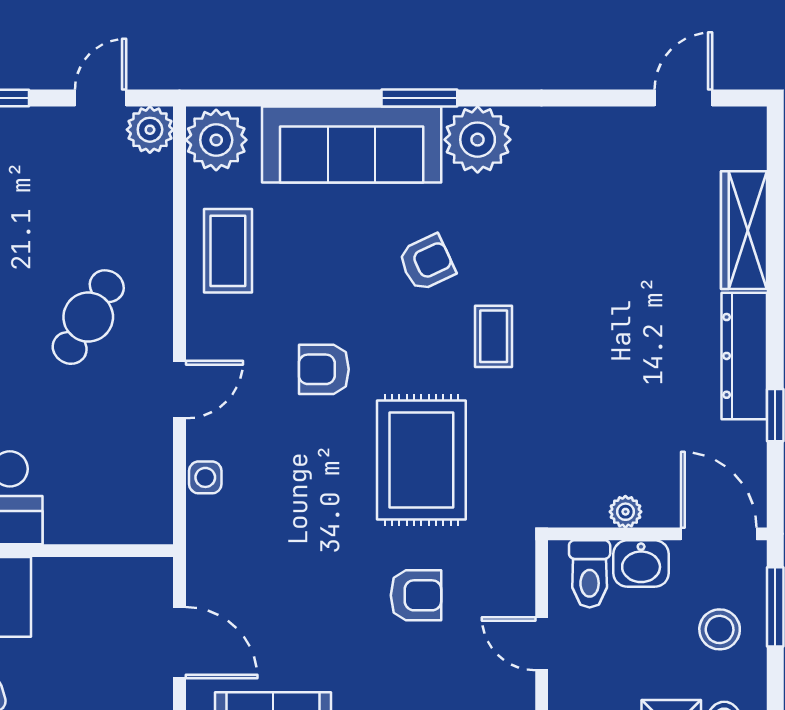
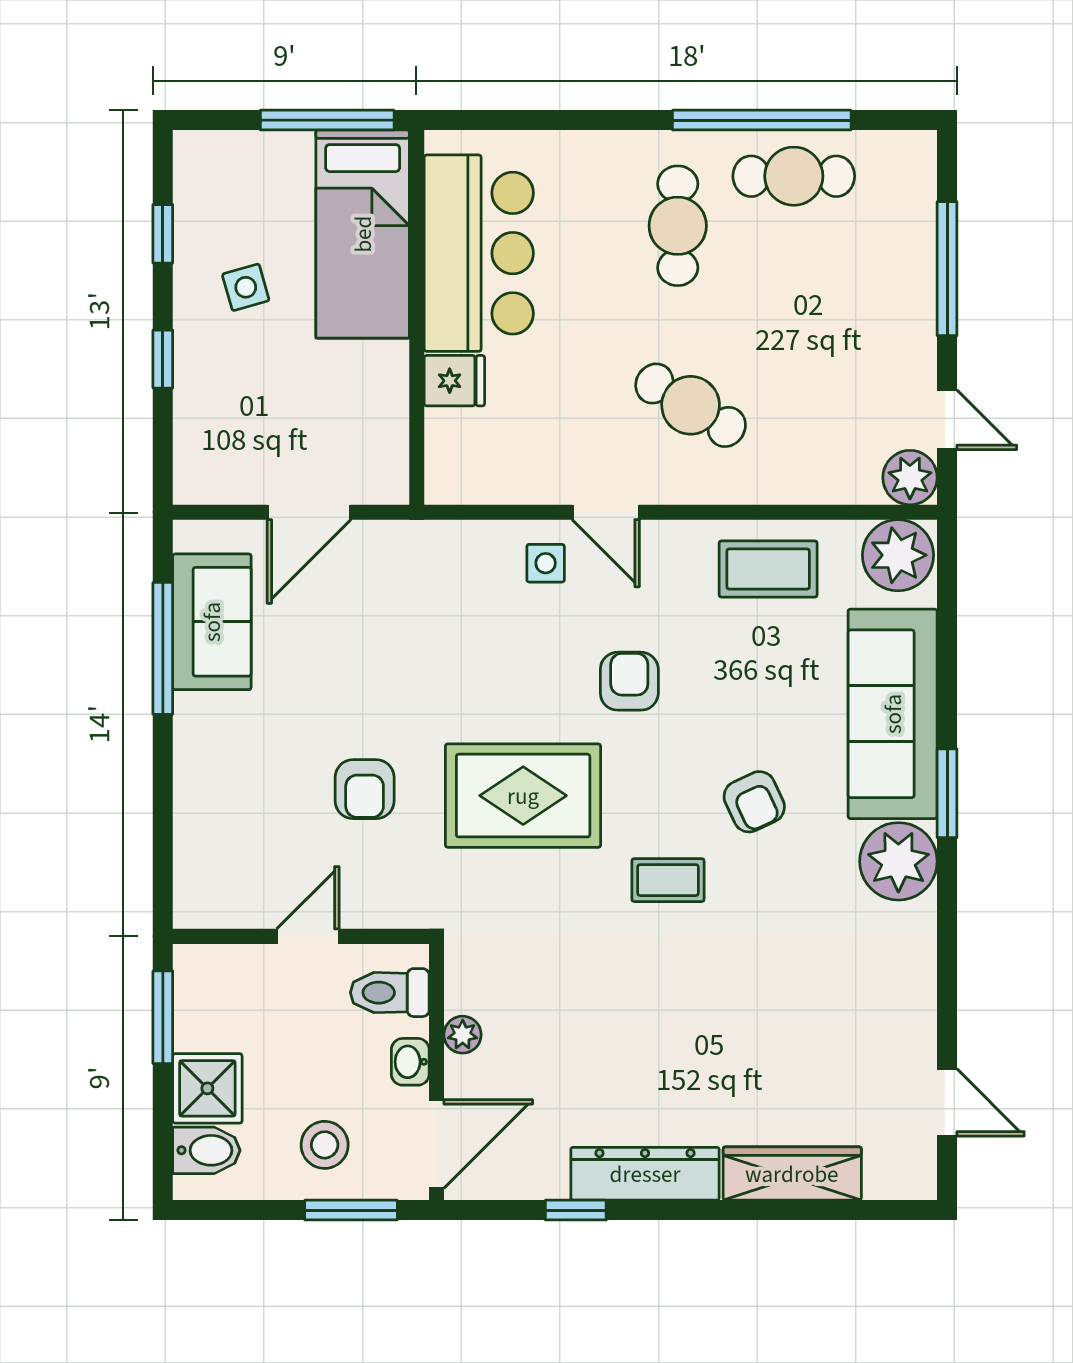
side table: (205, 477) -> (546, 563), moved
fridge: (67, 519) -> (454, 381), added
washbasin: (641, 564) -> (410, 1062), width x0.72, depth x0.69

